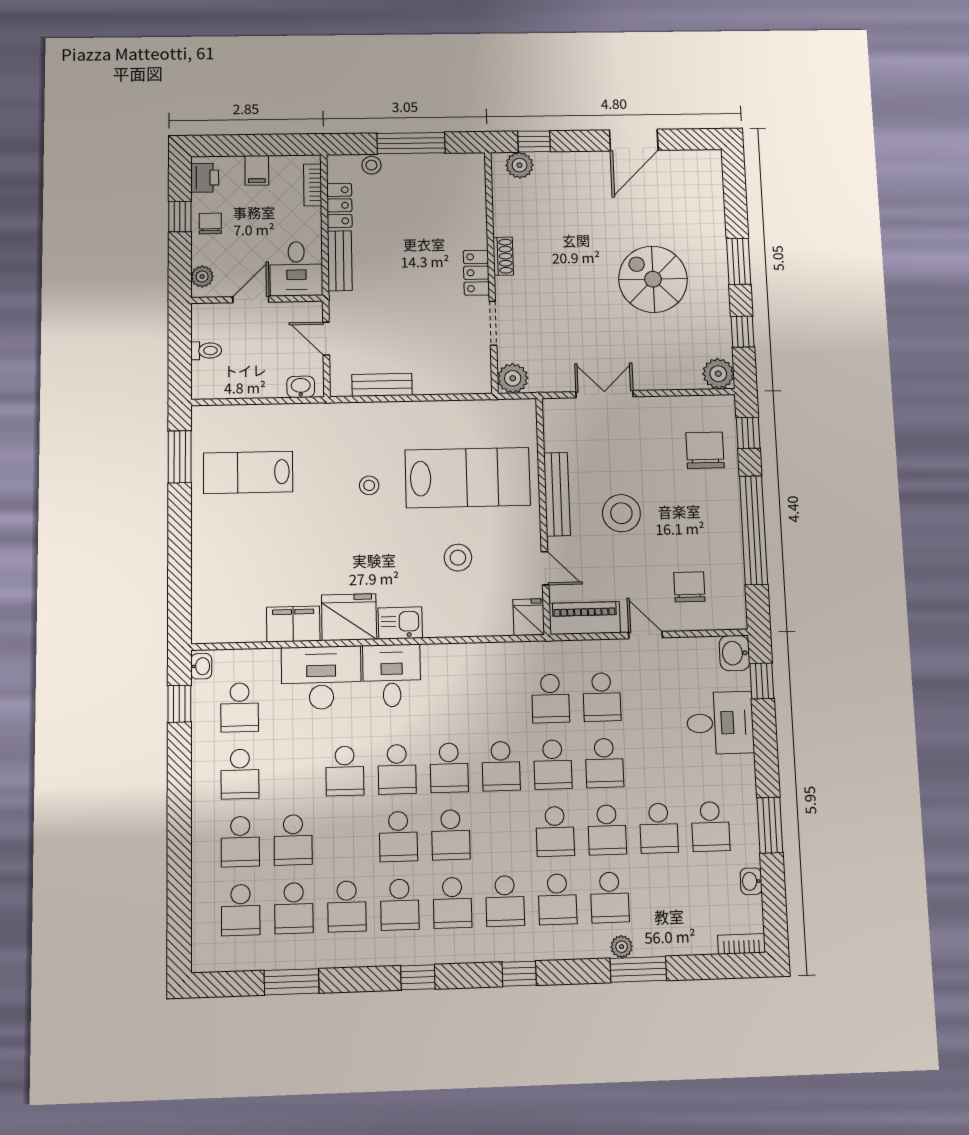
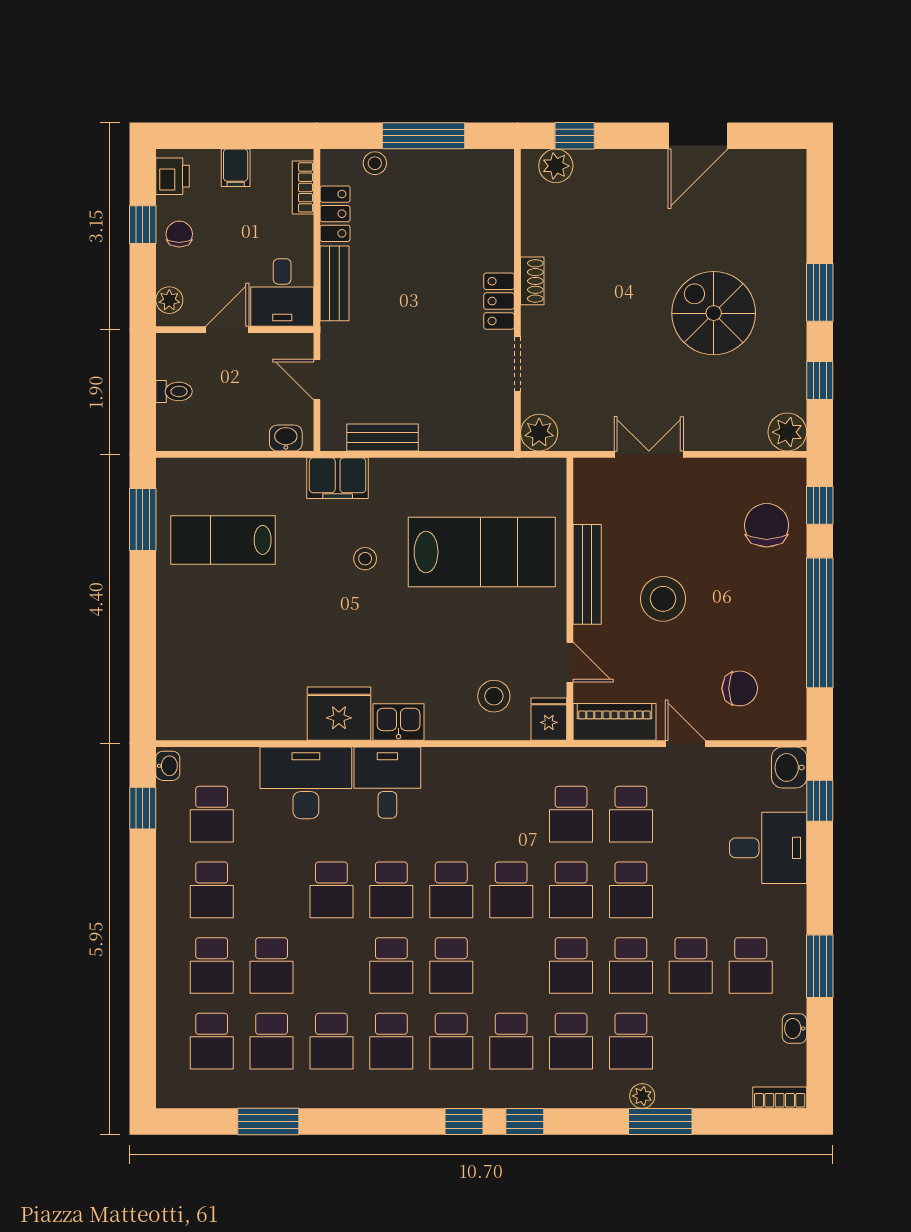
stool: (458, 558) -> (494, 696), moved
chair: (689, 587) -> (740, 688), turned 90
filing cabinet: (293, 624) -> (338, 478), moved, turned 180
window: (418, 977) -> (464, 1122), moved

